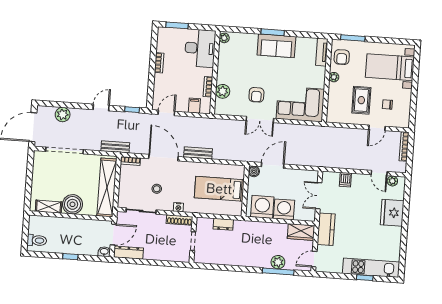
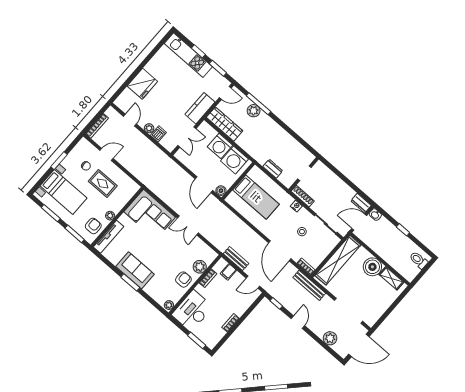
window: (387, 40) -> (51, 213), added
tv unit: (322, 52) -> (109, 237), width x1.41
window: (414, 91) -> (59, 161), added
armchair: (256, 95) -> (183, 280), moved
rug: (361, 100) -> (103, 183), turned 90
door: (101, 107) -> (298, 322), swing flipped
double door: (260, 119) -> (188, 225), swing flipped
bench: (115, 147) -> (309, 285), width x1.36
bench: (198, 153) -> (236, 259), moved
door: (273, 165) -> (204, 185), hinge flipped
plant: (392, 181) -> (149, 128), moved
wardrobe: (301, 232) -> (225, 124), width x1.50
dresser: (129, 253) -> (361, 203), width x0.70
window: (337, 276) -> (218, 68), added

